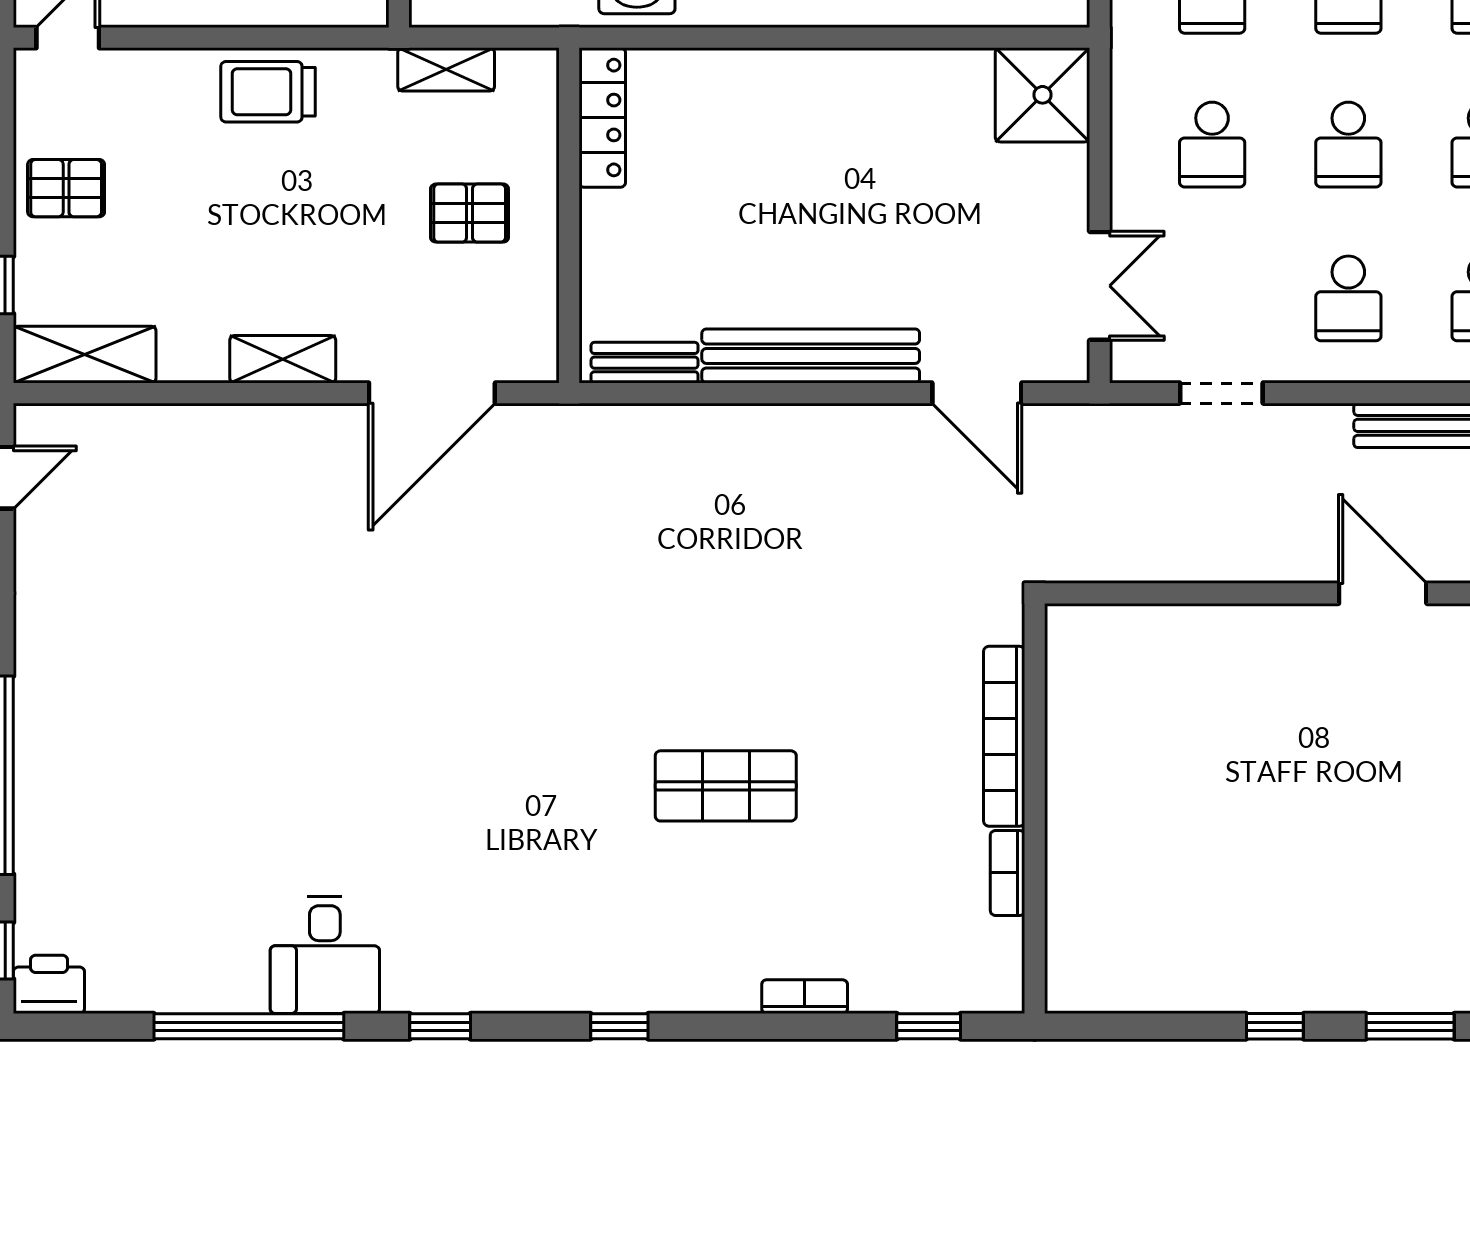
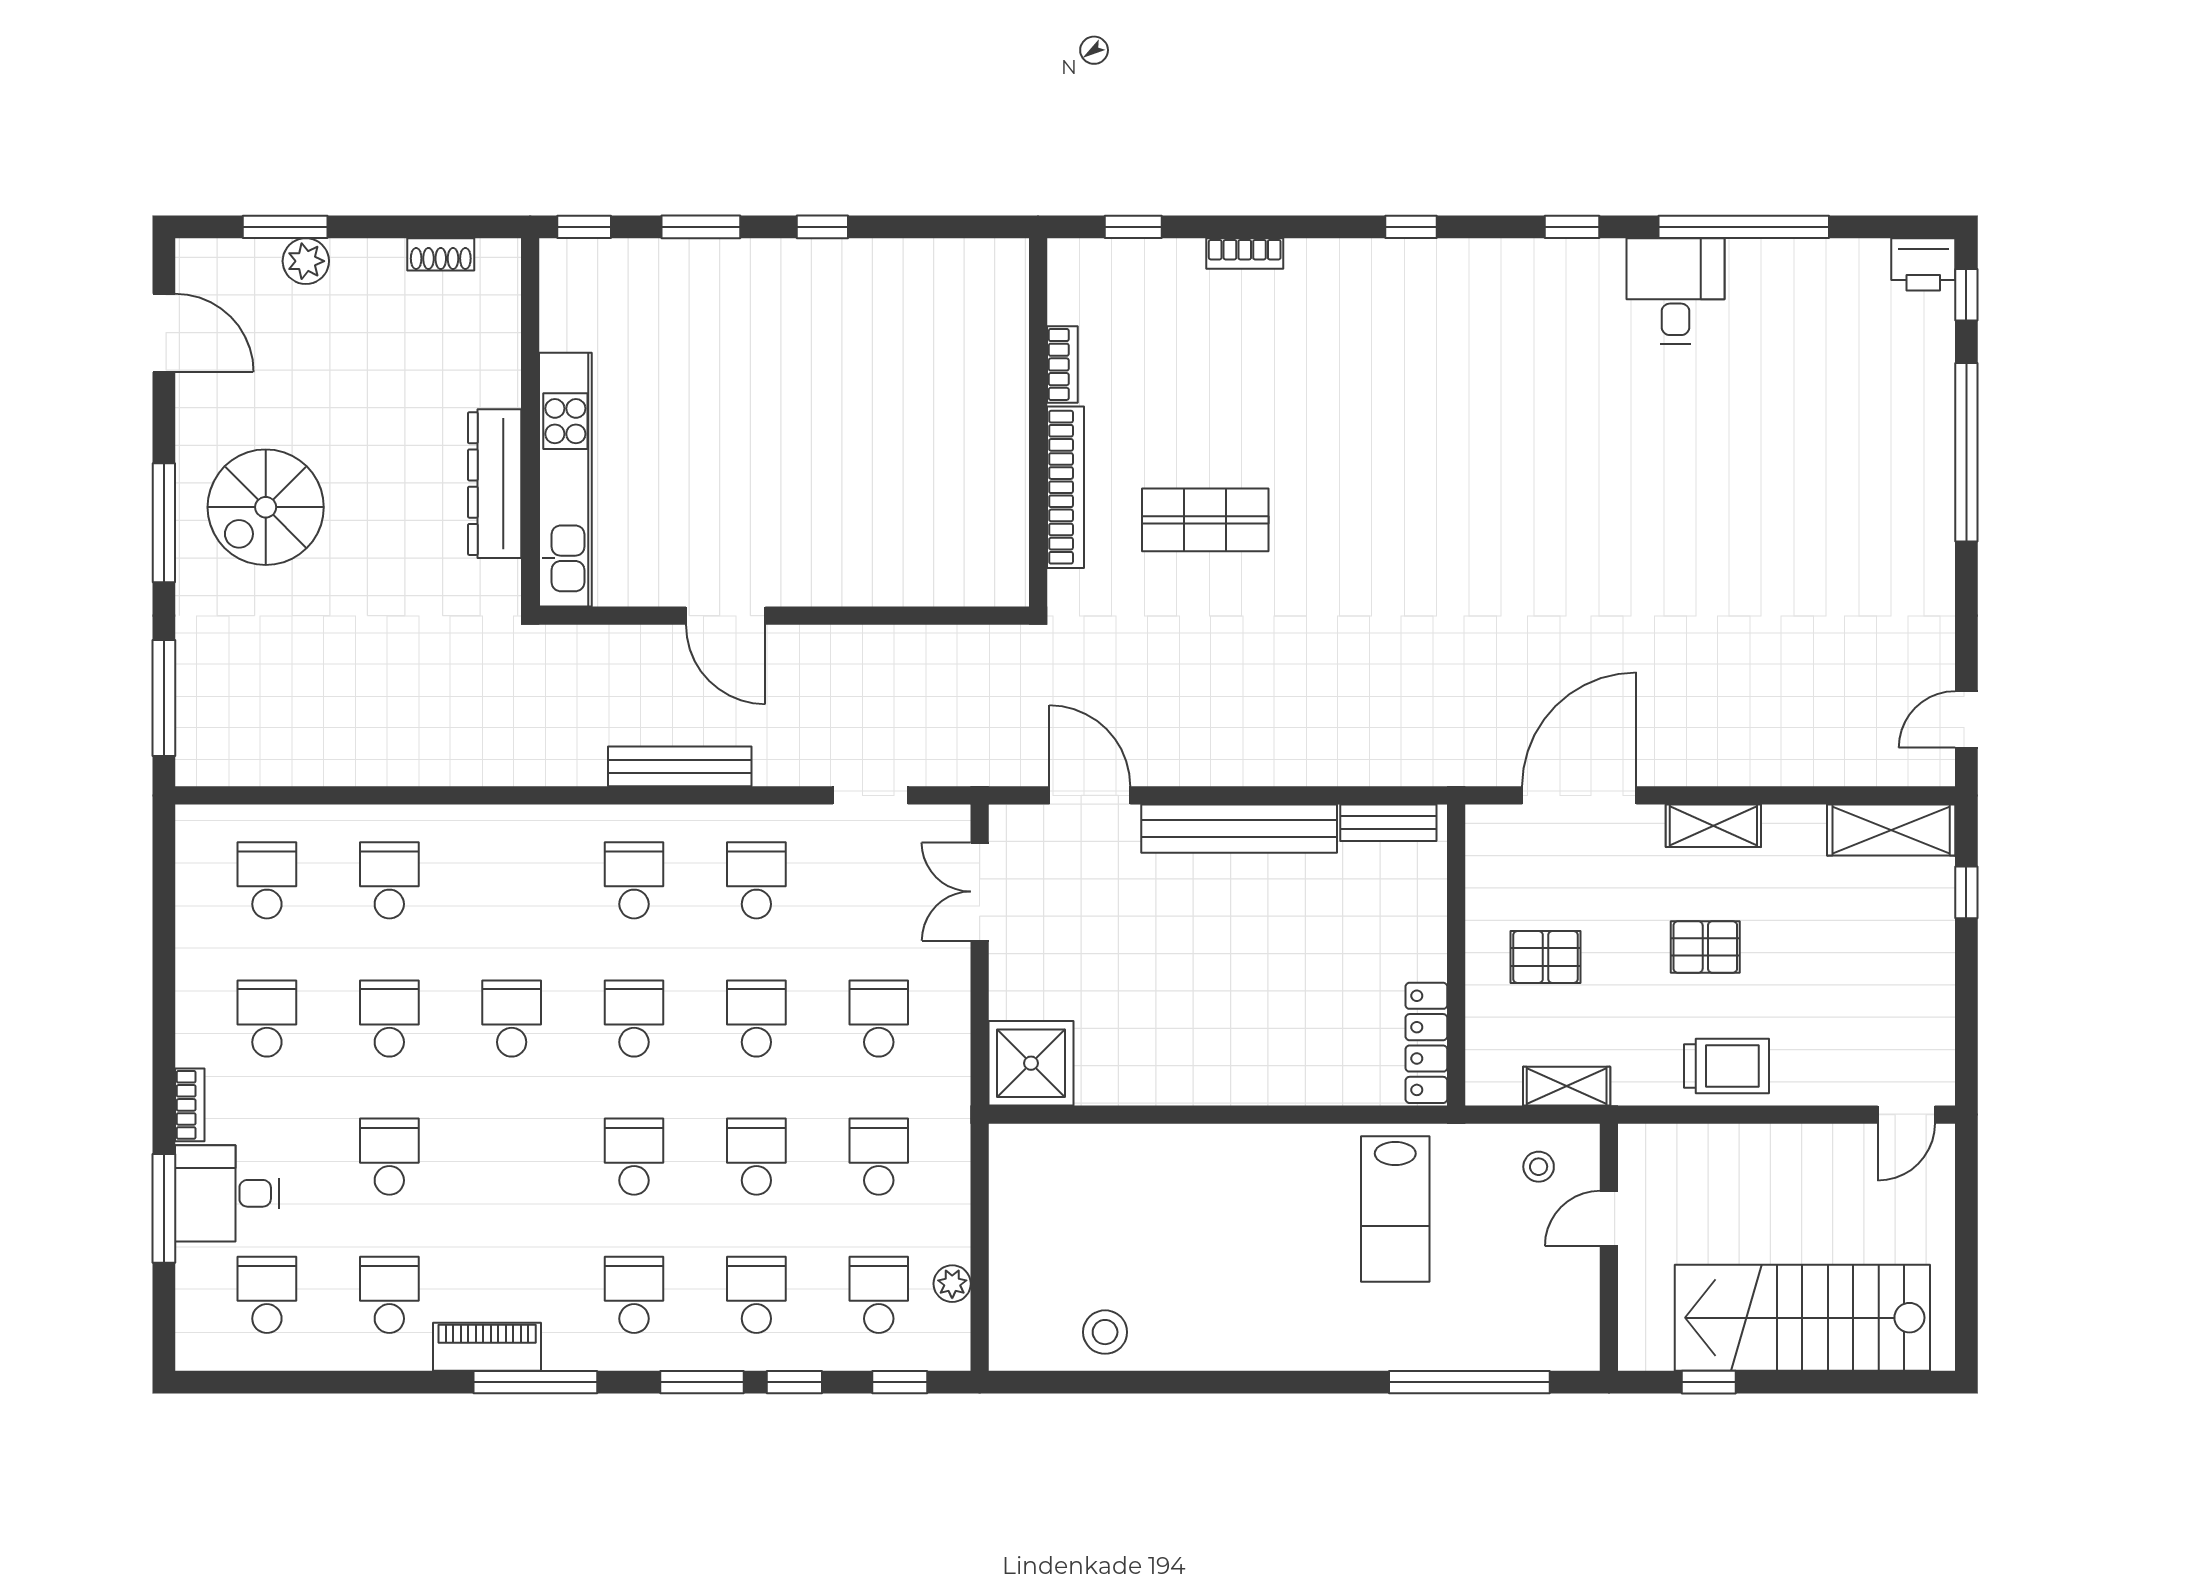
pallet: (66, 188) -> (1705, 947), moved
shop shelf: (726, 786) -> (1205, 520), moved

